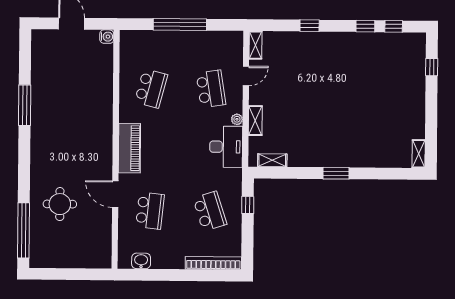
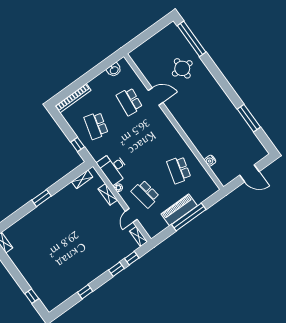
window: (394, 26) -> (132, 258), moved
water cooler: (107, 37) -> (210, 161), moved
window: (25, 105) -> (249, 118), moved
piano: (129, 148) -> (179, 210), moved, turned 90
school desk: (210, 211) -> (96, 126), turned 33

